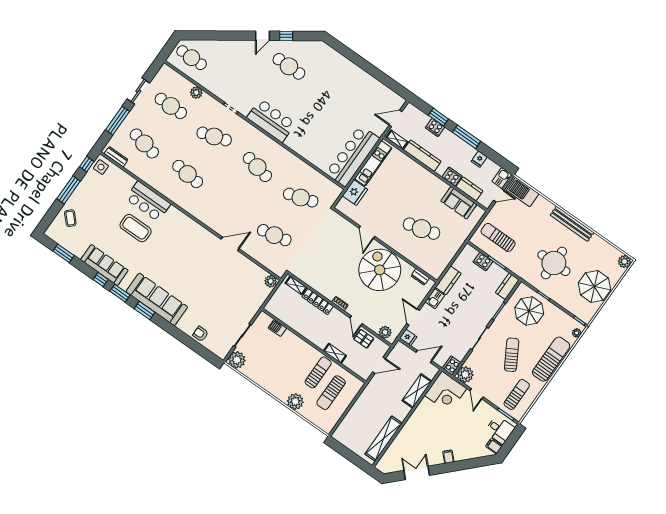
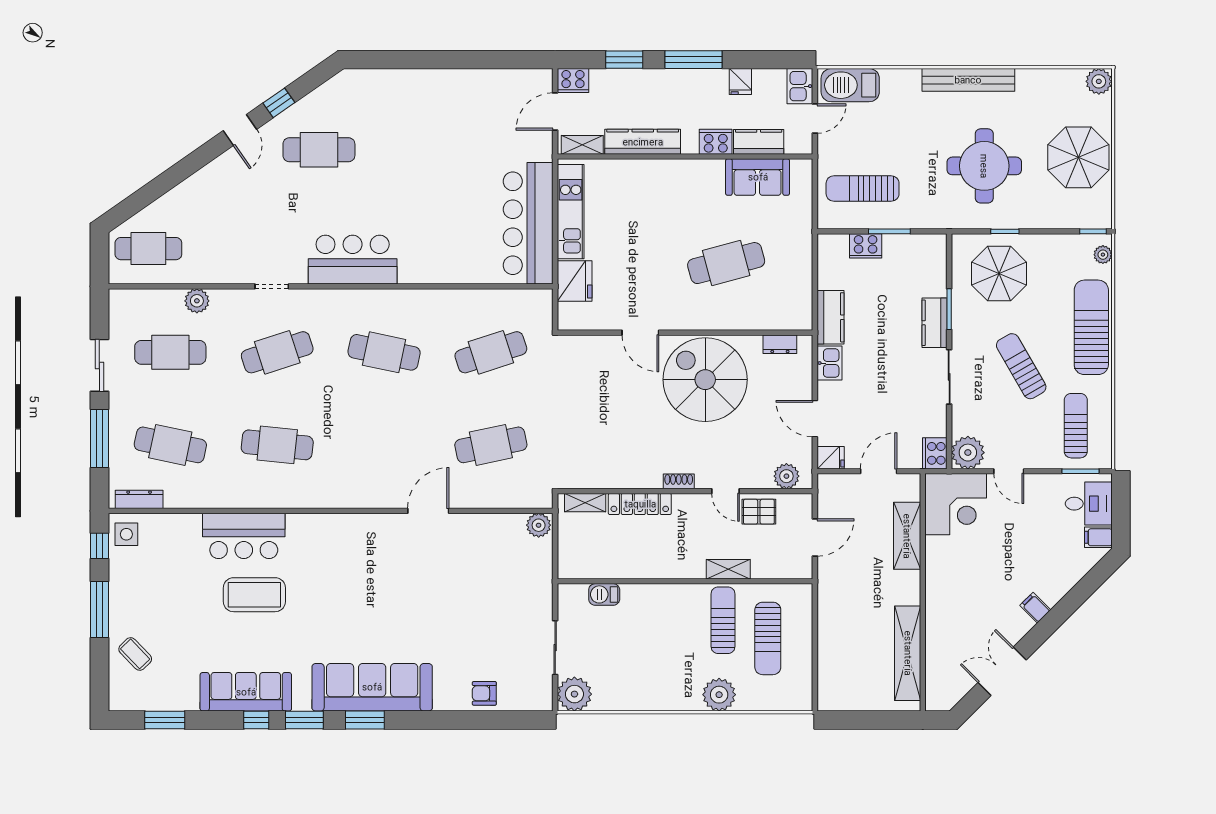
cooker: (435, 127) -> (573, 81), moved
kitchen counter: (507, 286) -> (935, 323), moved

